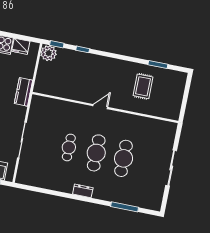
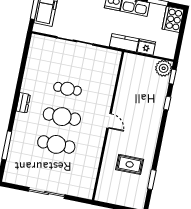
fridge: (21, 46) -> (146, 47), moved, turned 90

